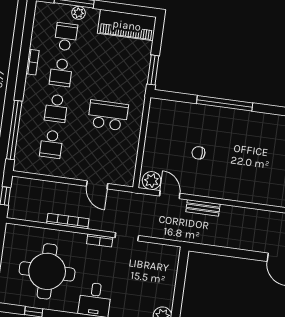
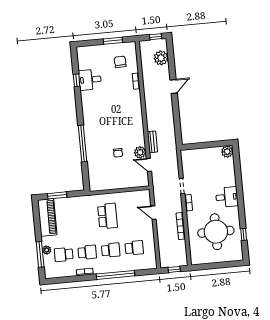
window: (153, 70) -> (57, 195), moved
school desk: (108, 115) -> (107, 216), turned 180
window: (14, 130) -> (116, 275), moved
plant: (152, 181) -> (140, 152), moved
door: (97, 185) -> (153, 213), swing flipped
door: (170, 195) -> (149, 165), hinge flipped

